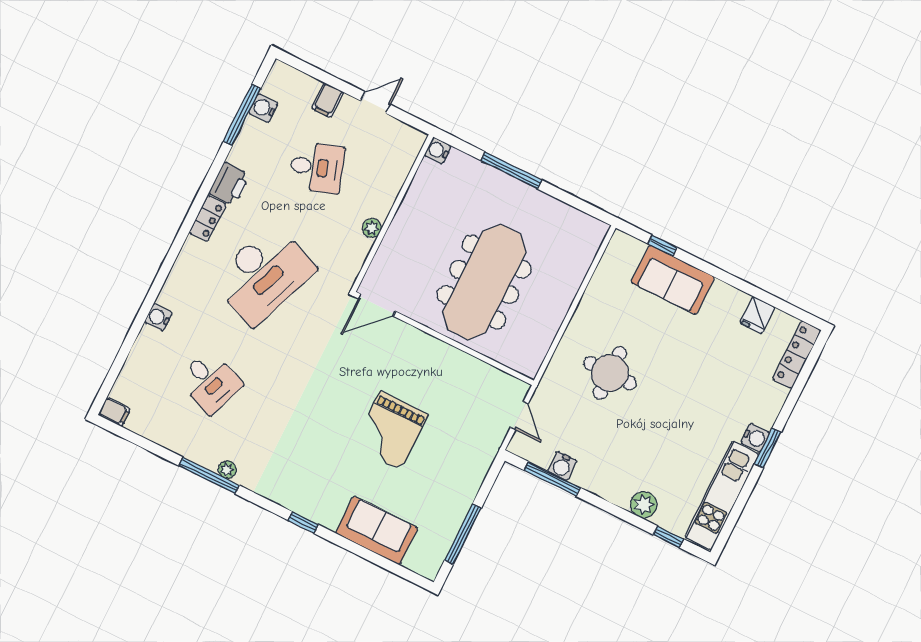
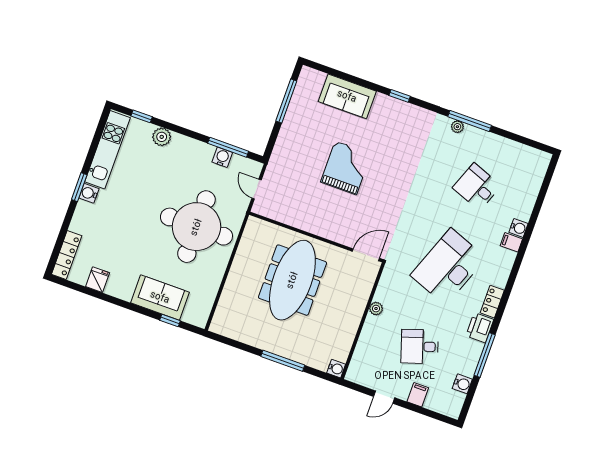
window: (242, 115) -> (485, 355), moved
round table: (610, 373) -> (196, 227), width x1.86, depth x1.86
filing cabinet: (114, 412) -> (511, 242), moved

